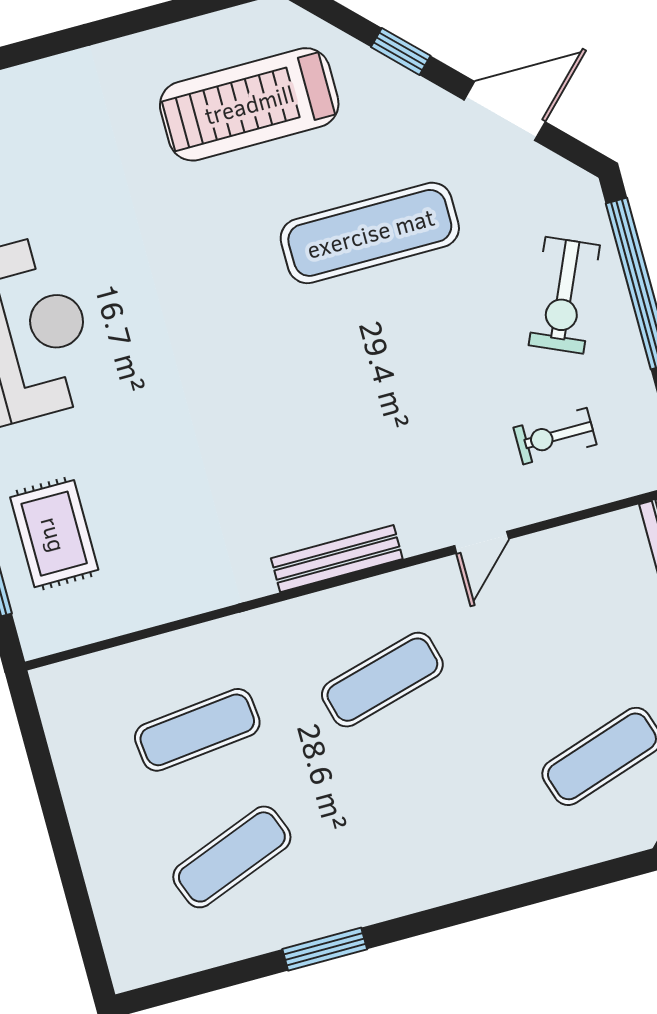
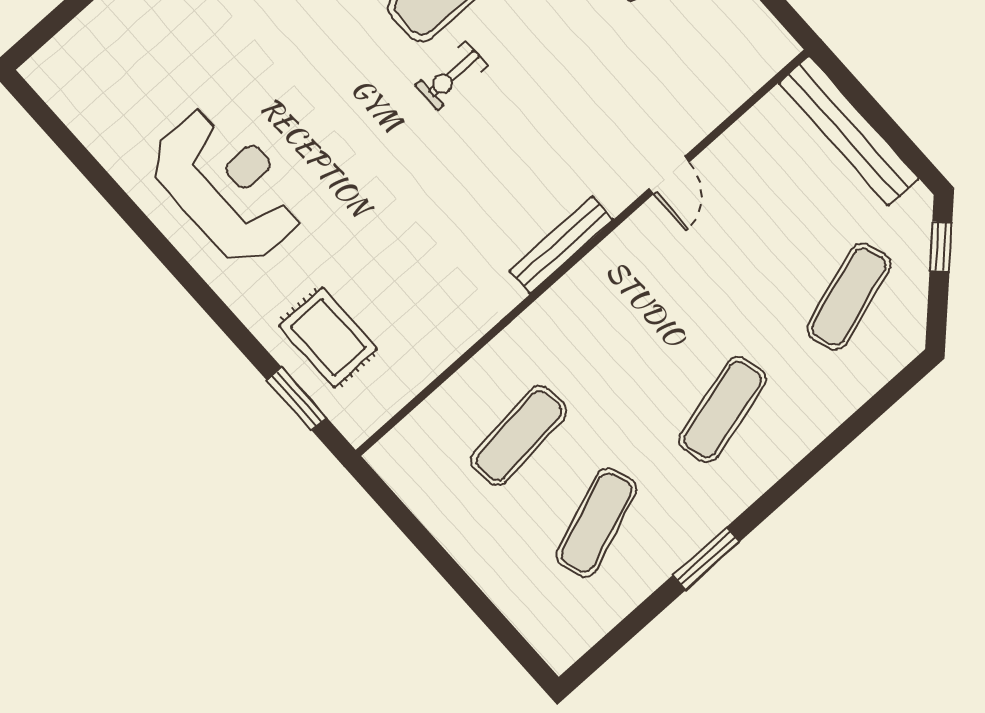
exercise bike: (555, 436) -> (451, 76), moved
exercise mat: (382, 680) -> (723, 410), moved

